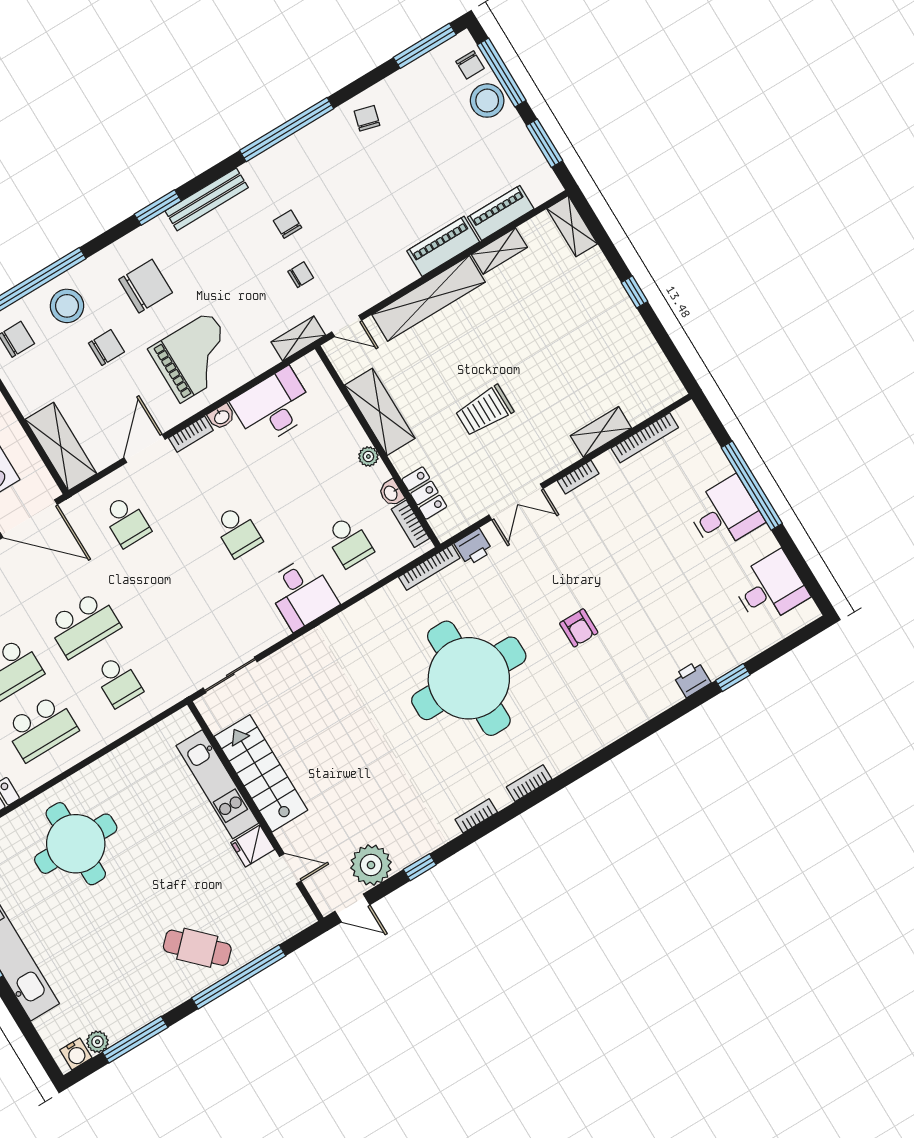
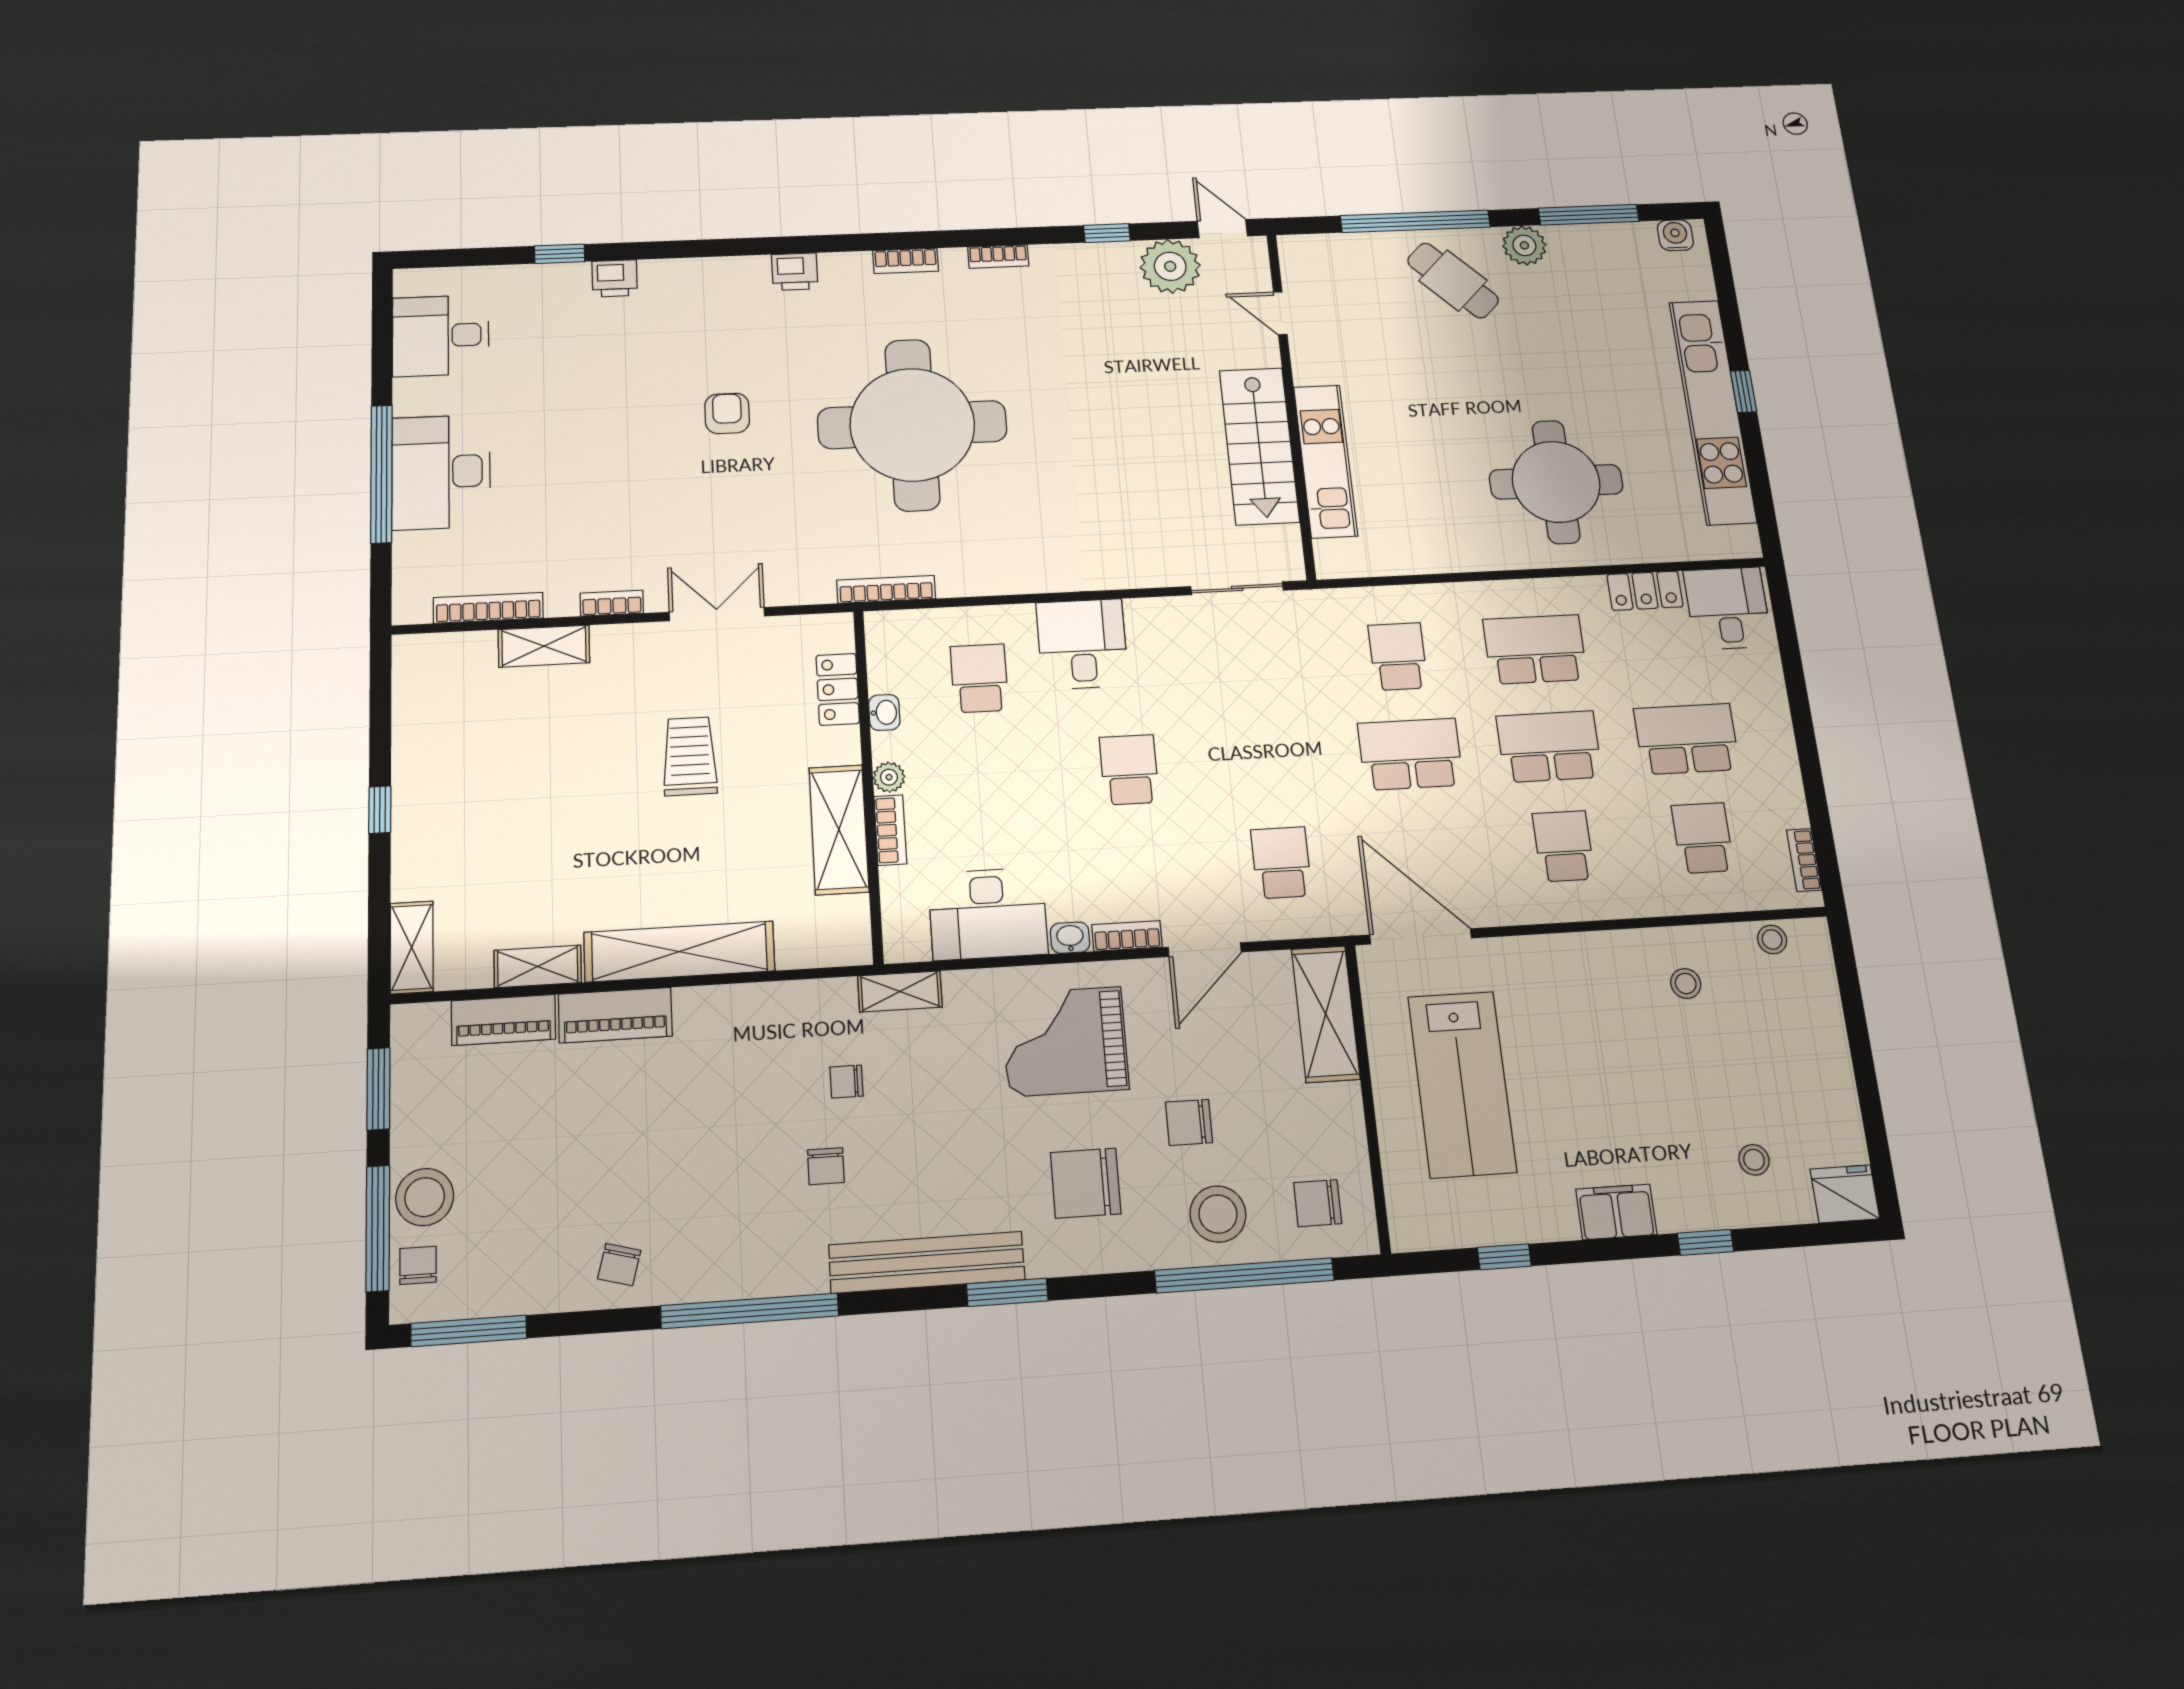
bench: (207, 199) -> (927, 1262), width x1.37, depth x1.21
door: (347, 326) -> (820, 973), removed
trolley: (484, 411) -> (690, 756), turned -90
desk: (725, 514) -> (441, 472), width x1.37
bookcase: (410, 524) -> (890, 830), moved
printer: (473, 547) -> (795, 272), moved, turned 180
fridge: (253, 846) -> (1316, 364), removed
plant: (98, 1042) -> (1524, 245), moved, width x1.38, depth x1.38

